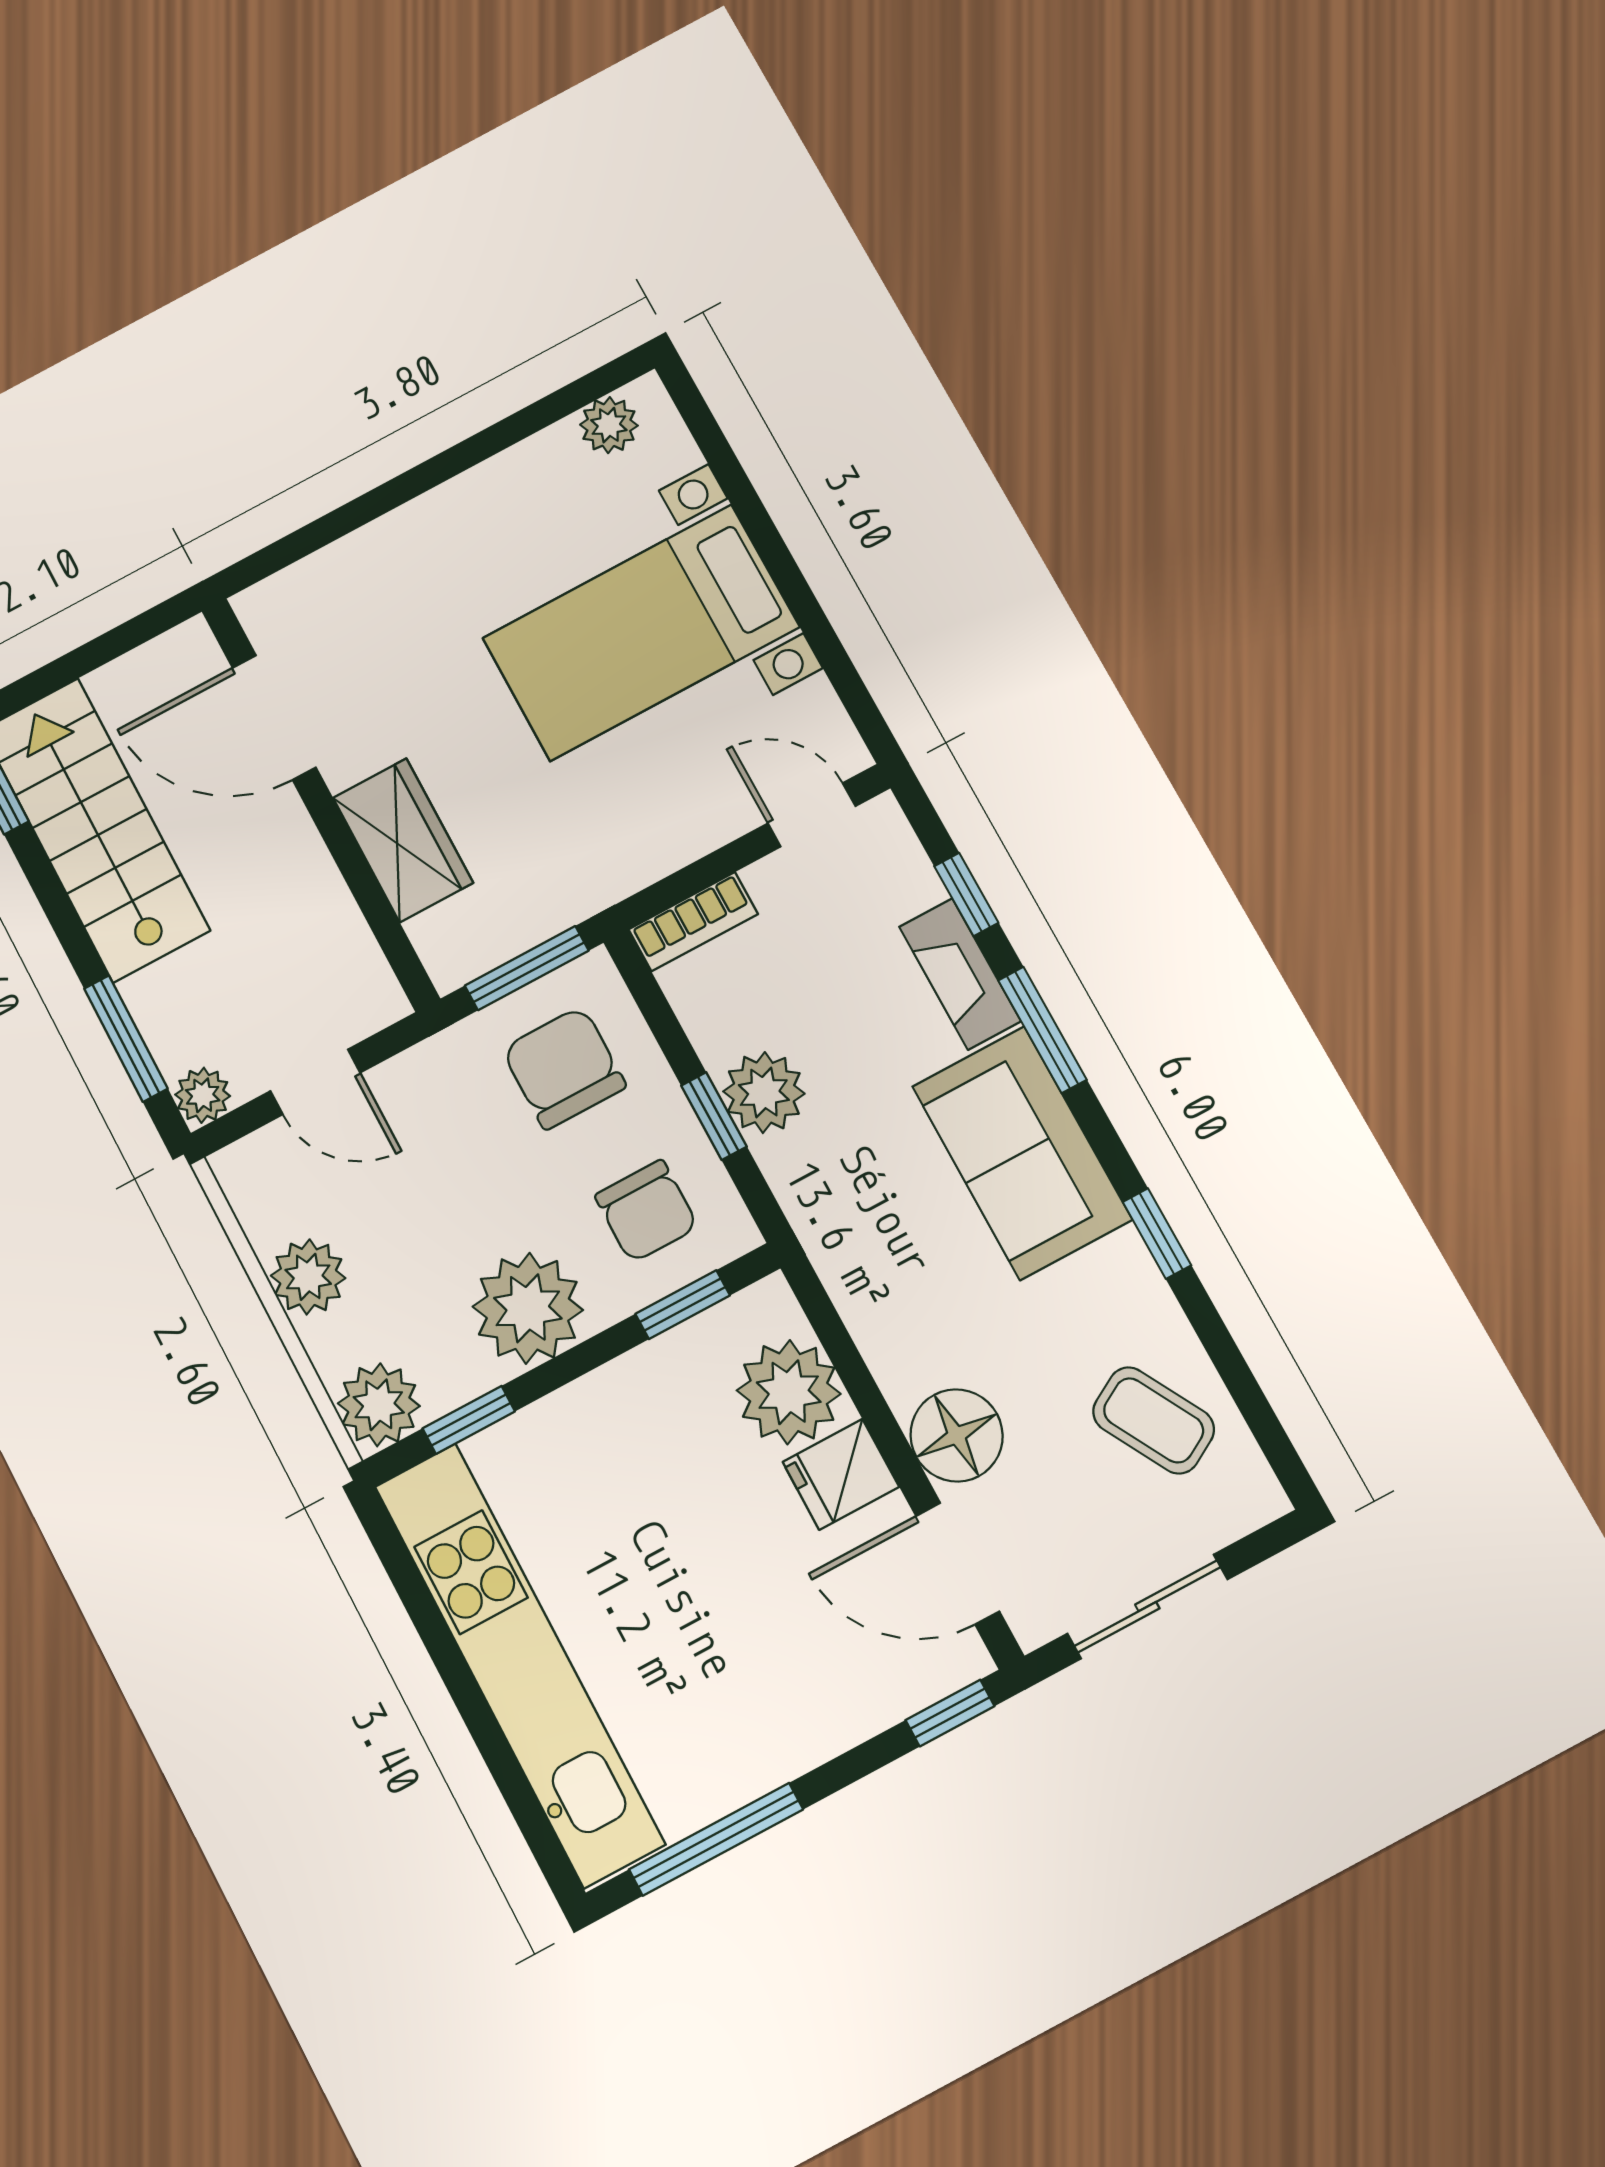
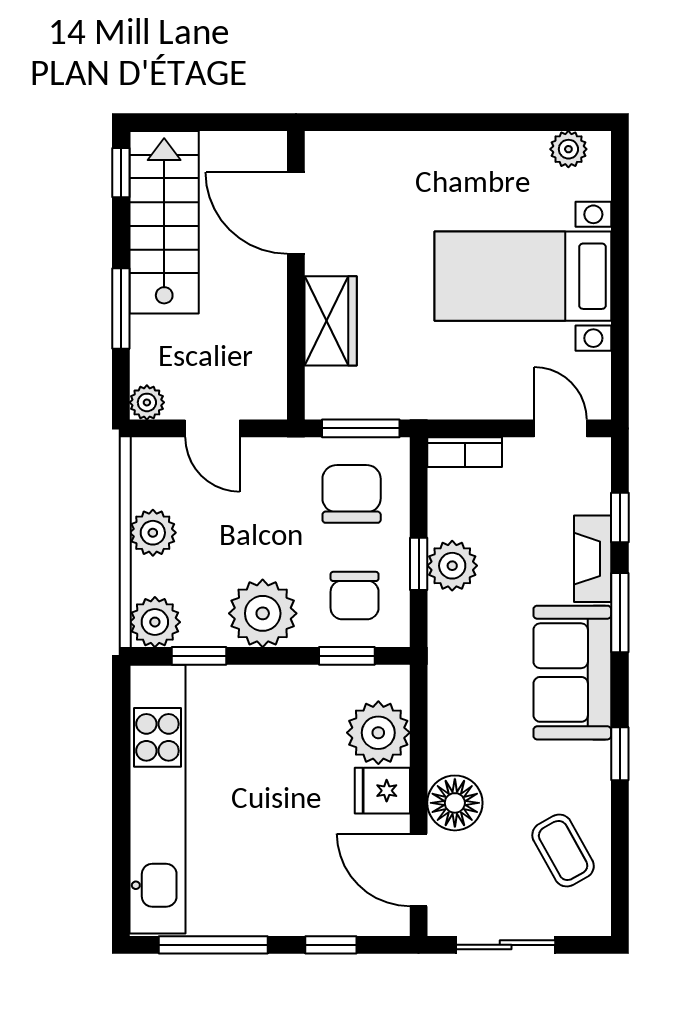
window: (126, 1039) -> (121, 309), moved
window: (950, 1713) -> (331, 945), moved

